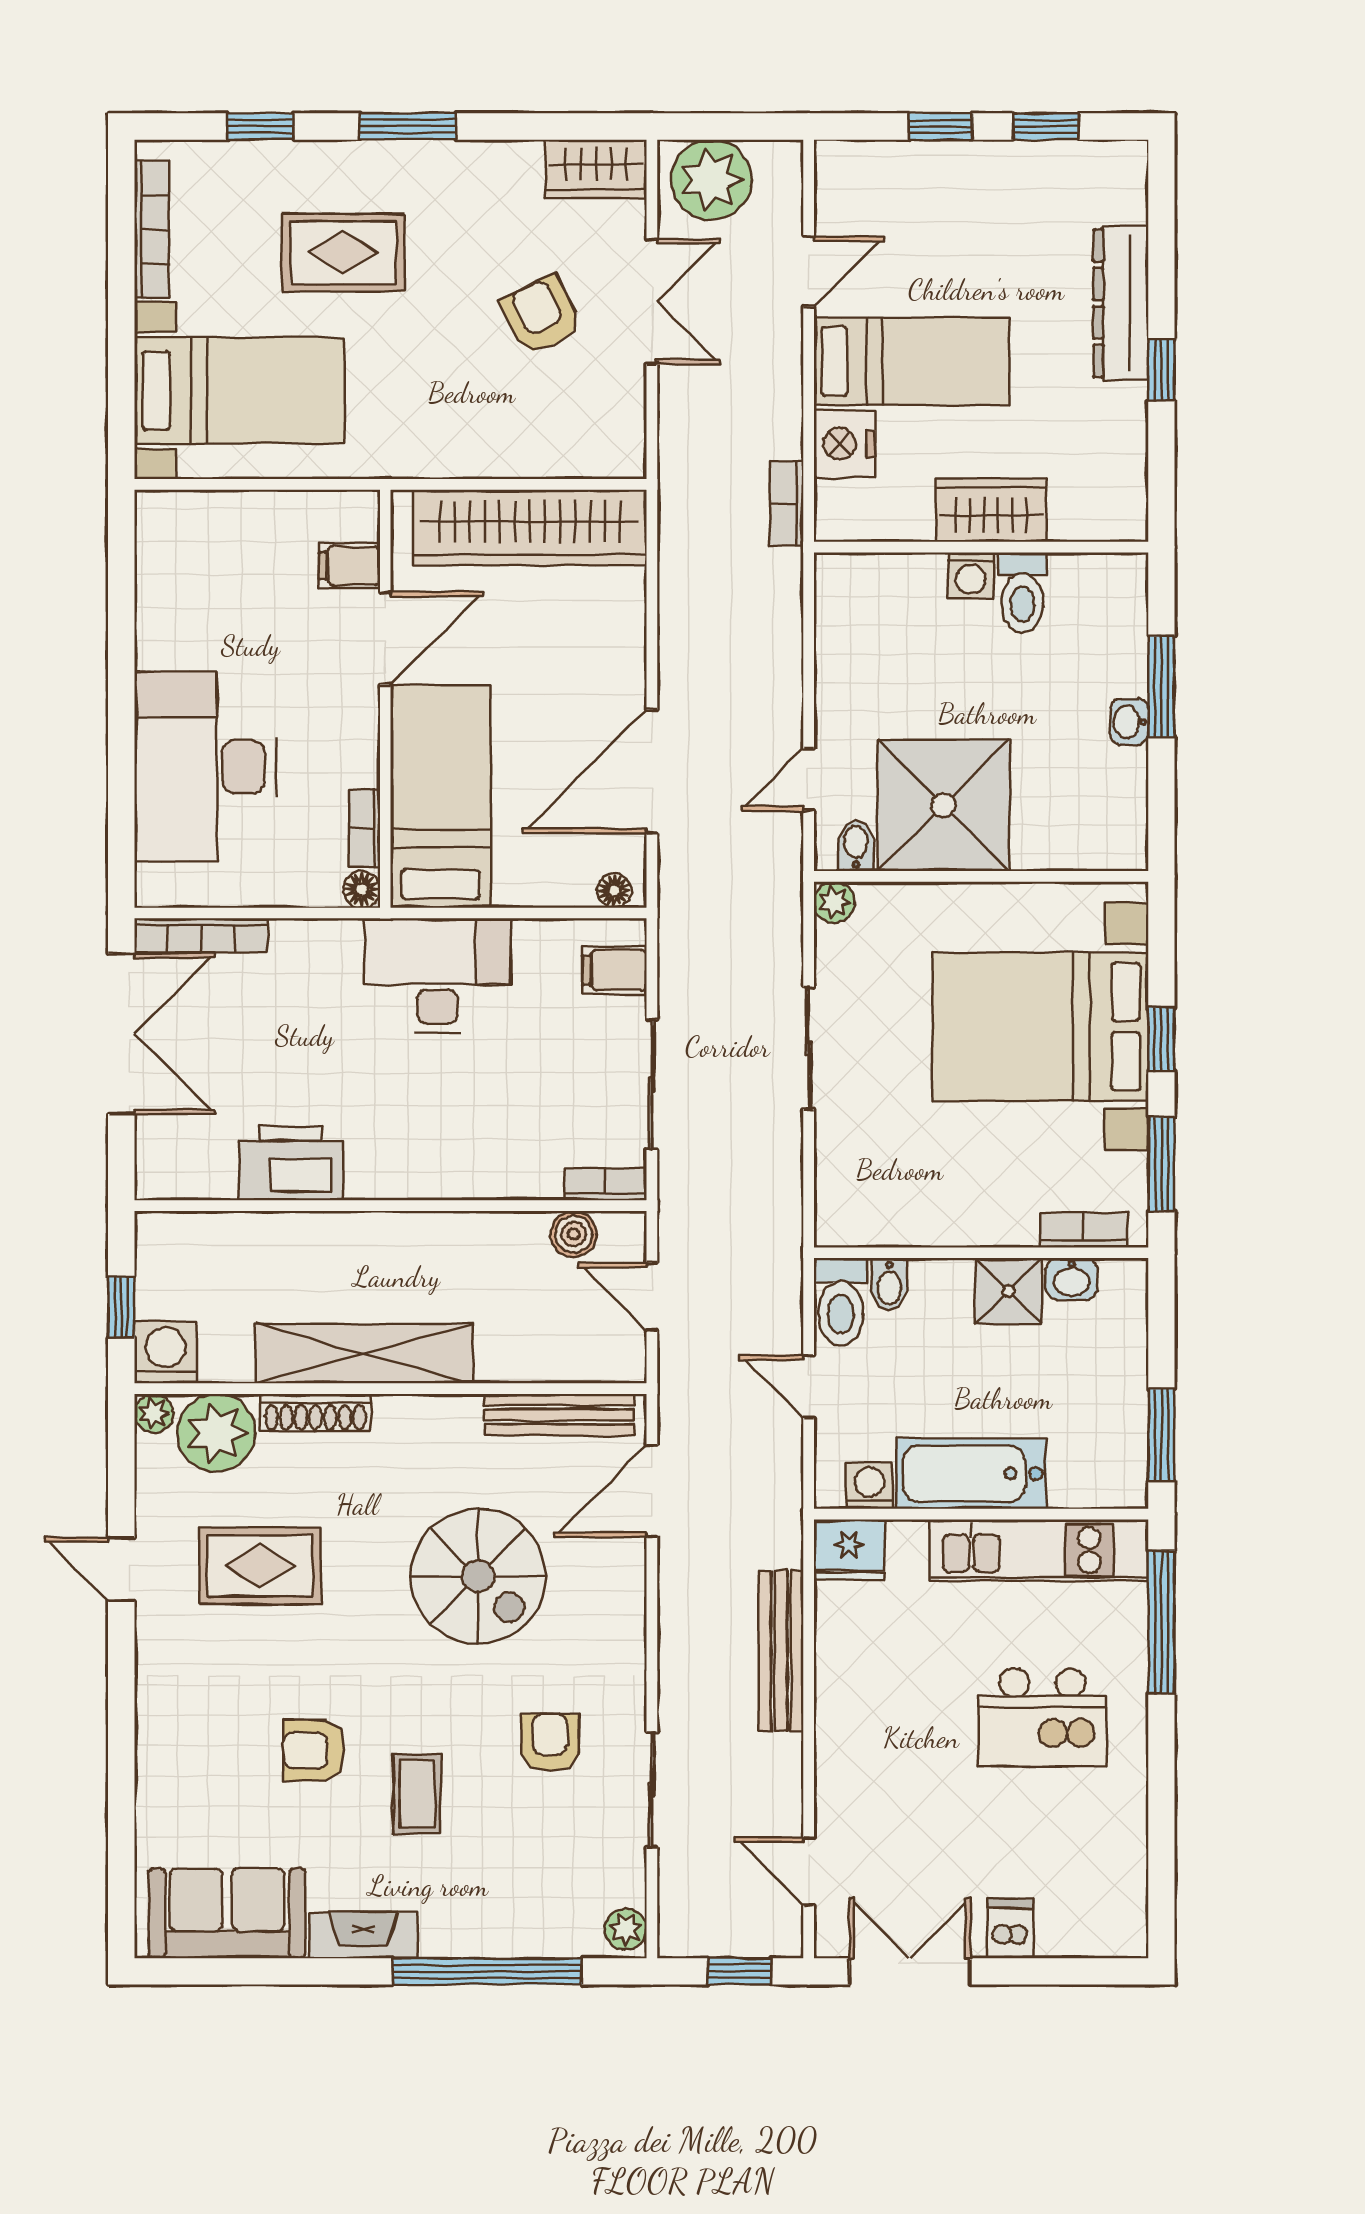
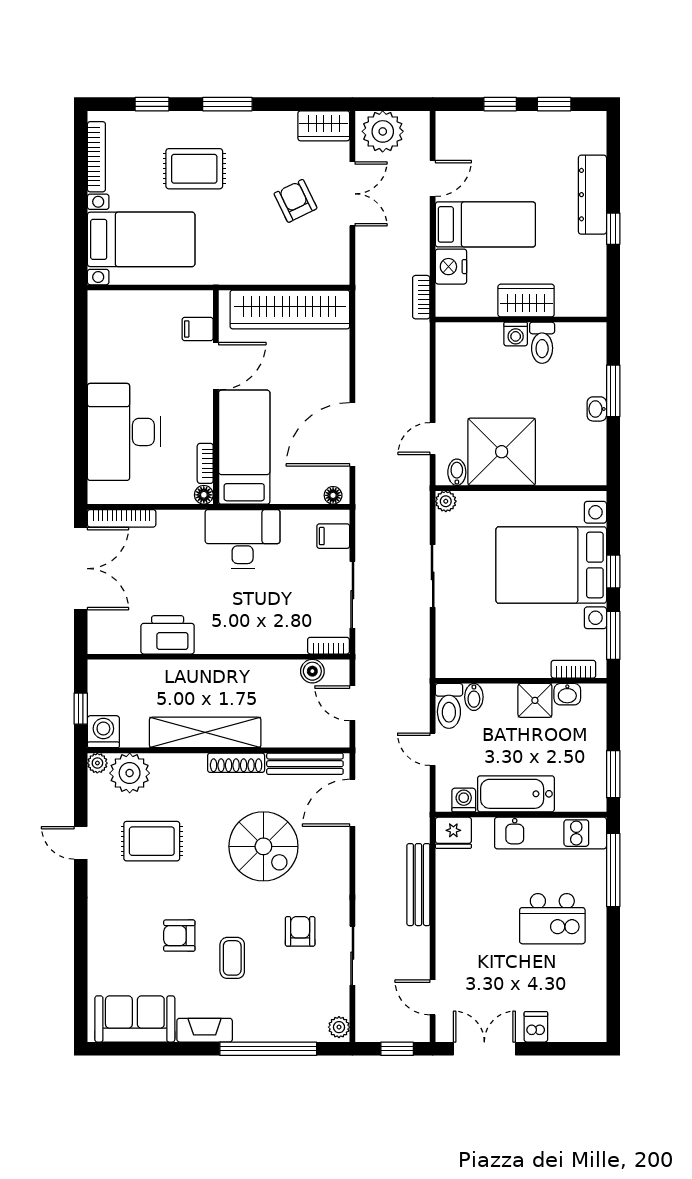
shoe rack: (316, 1413) -> (236, 763), moved

